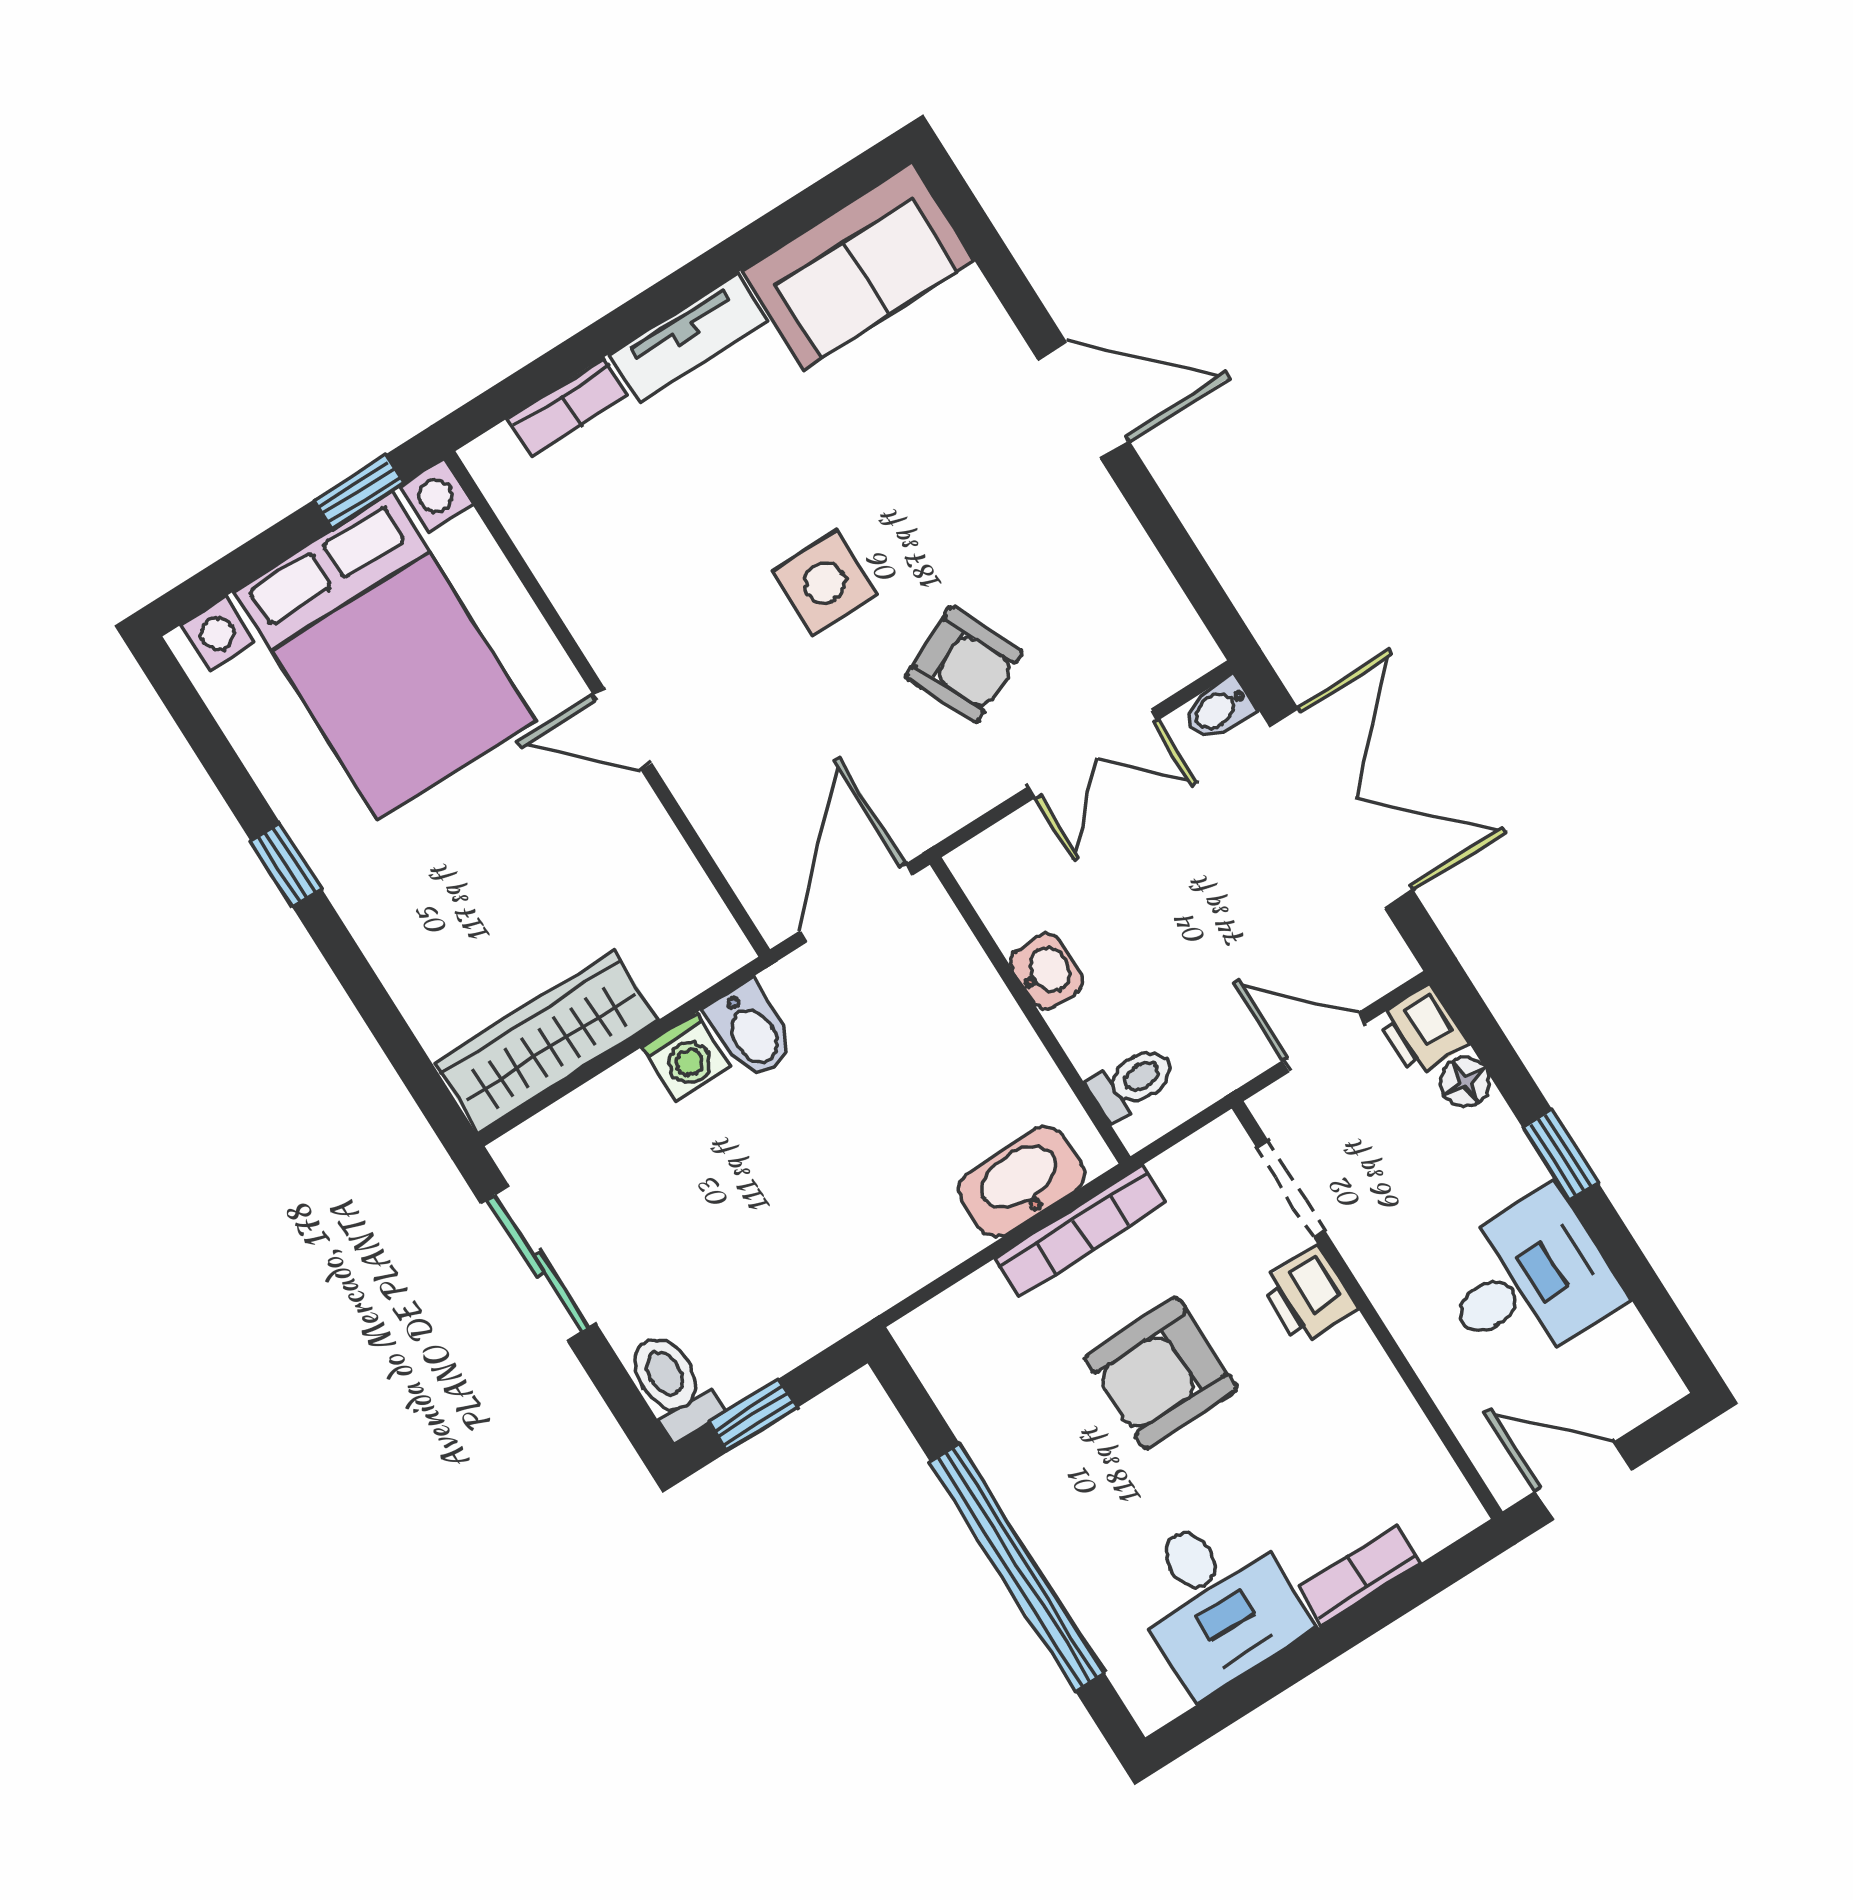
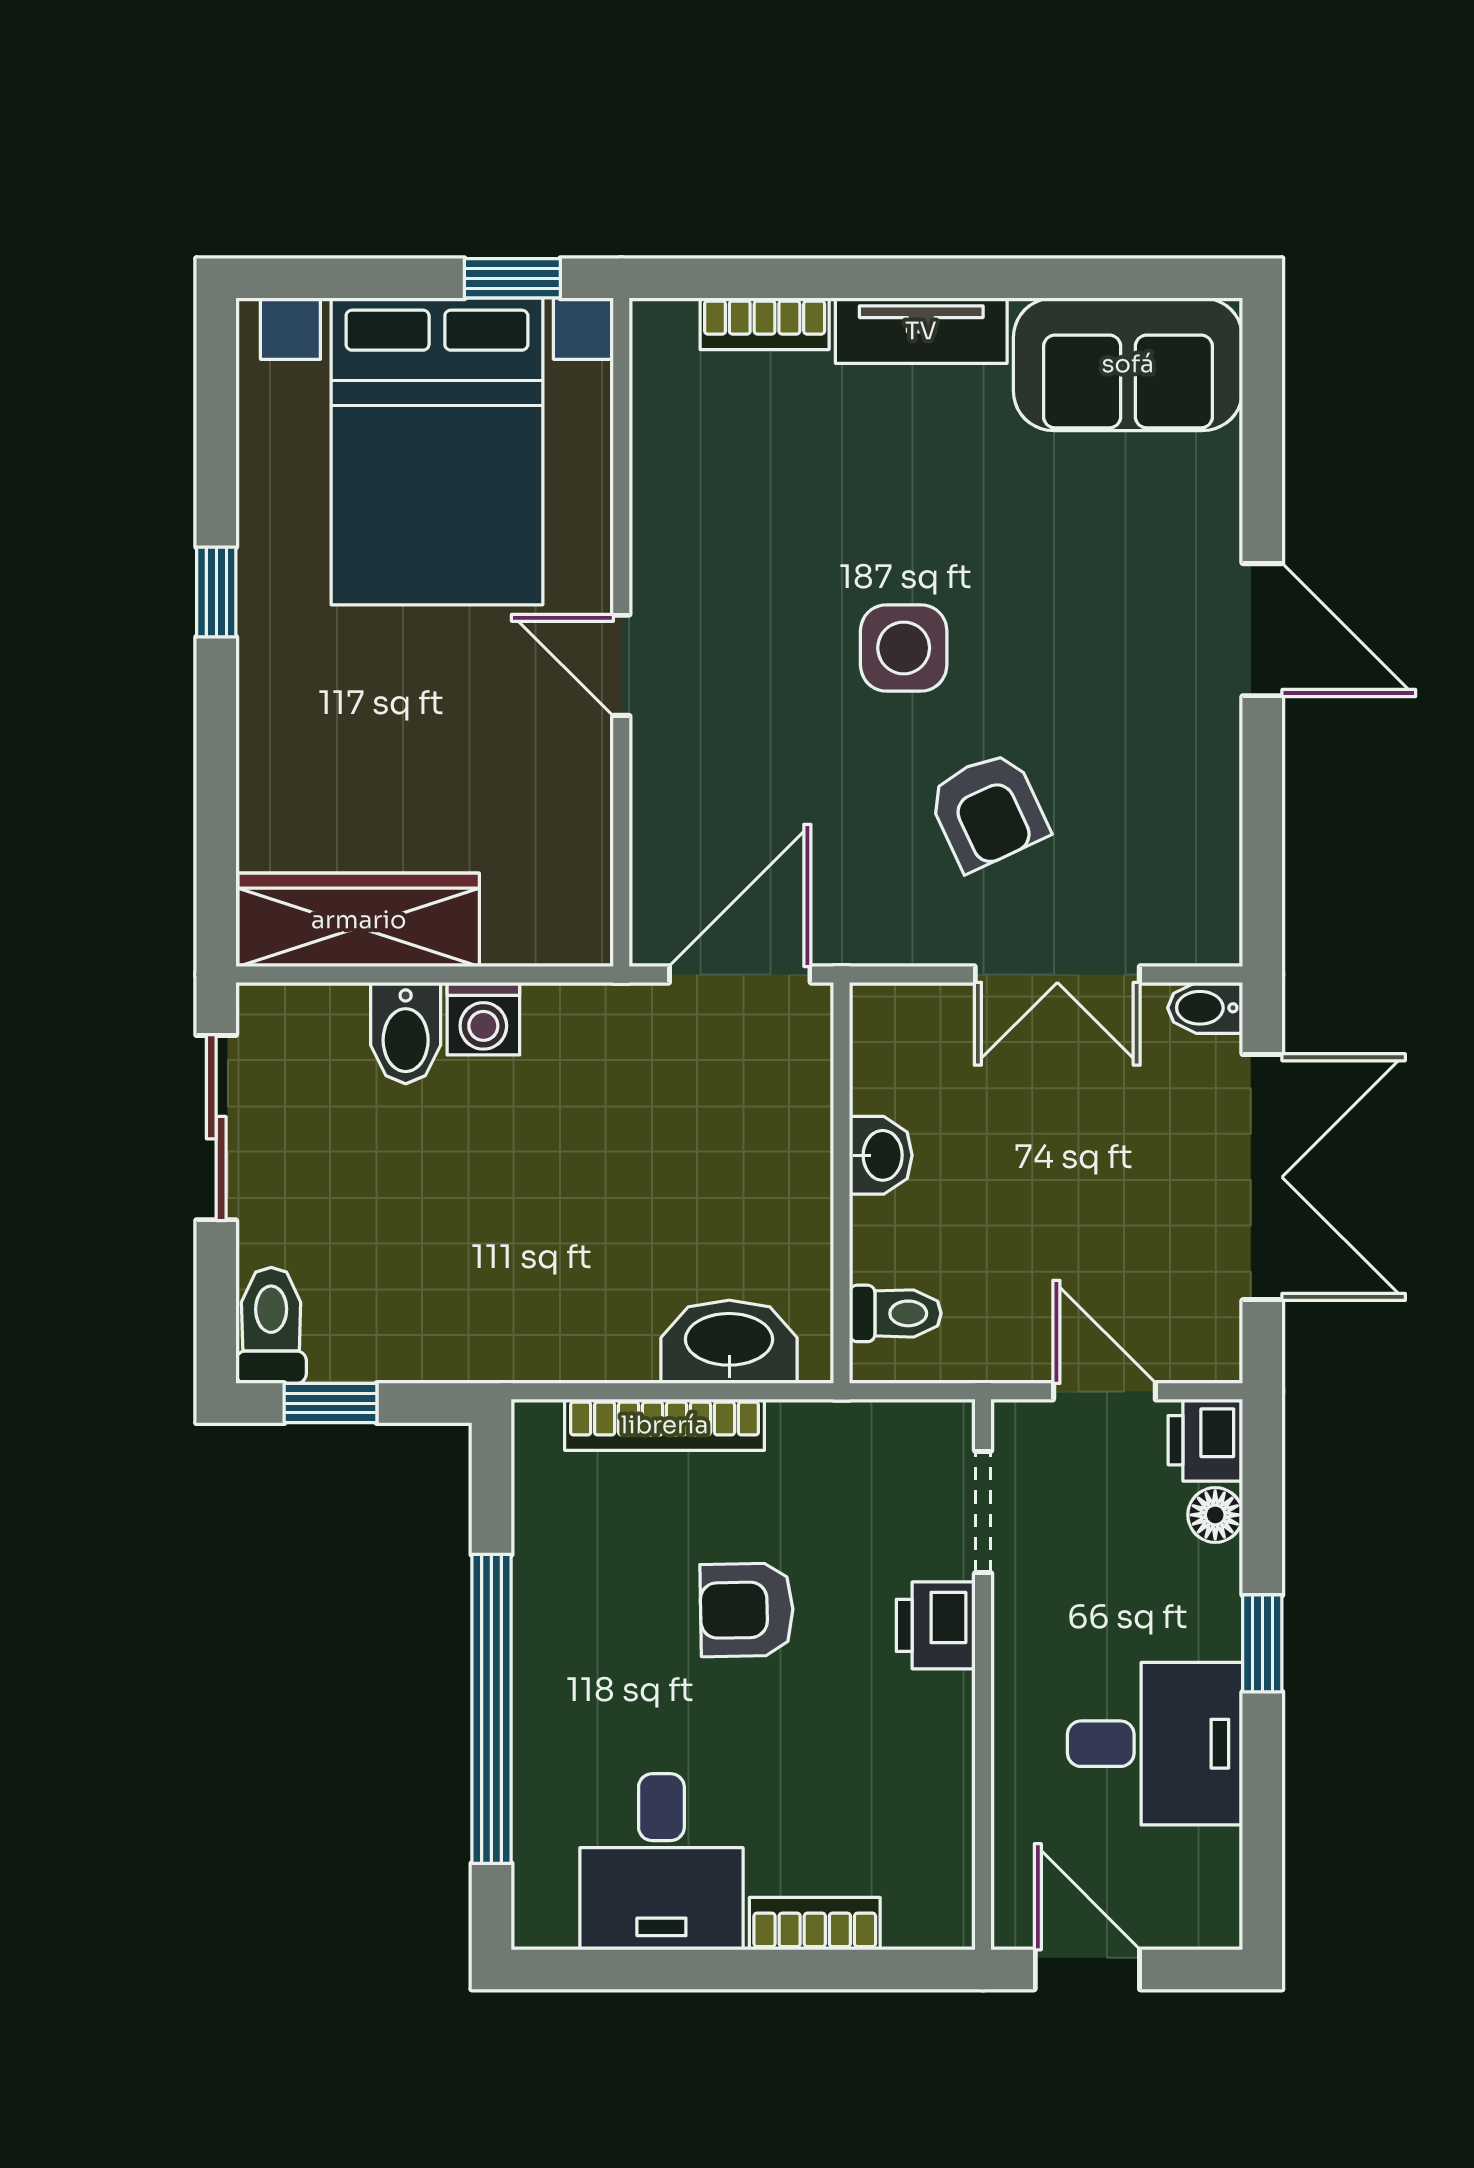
bidet: (751, 1031) -> (406, 1033), moved
bookcase: (1081, 1231) -> (665, 1425), moved
armchair: (1161, 1373) -> (747, 1610), width x0.72, depth x0.72

